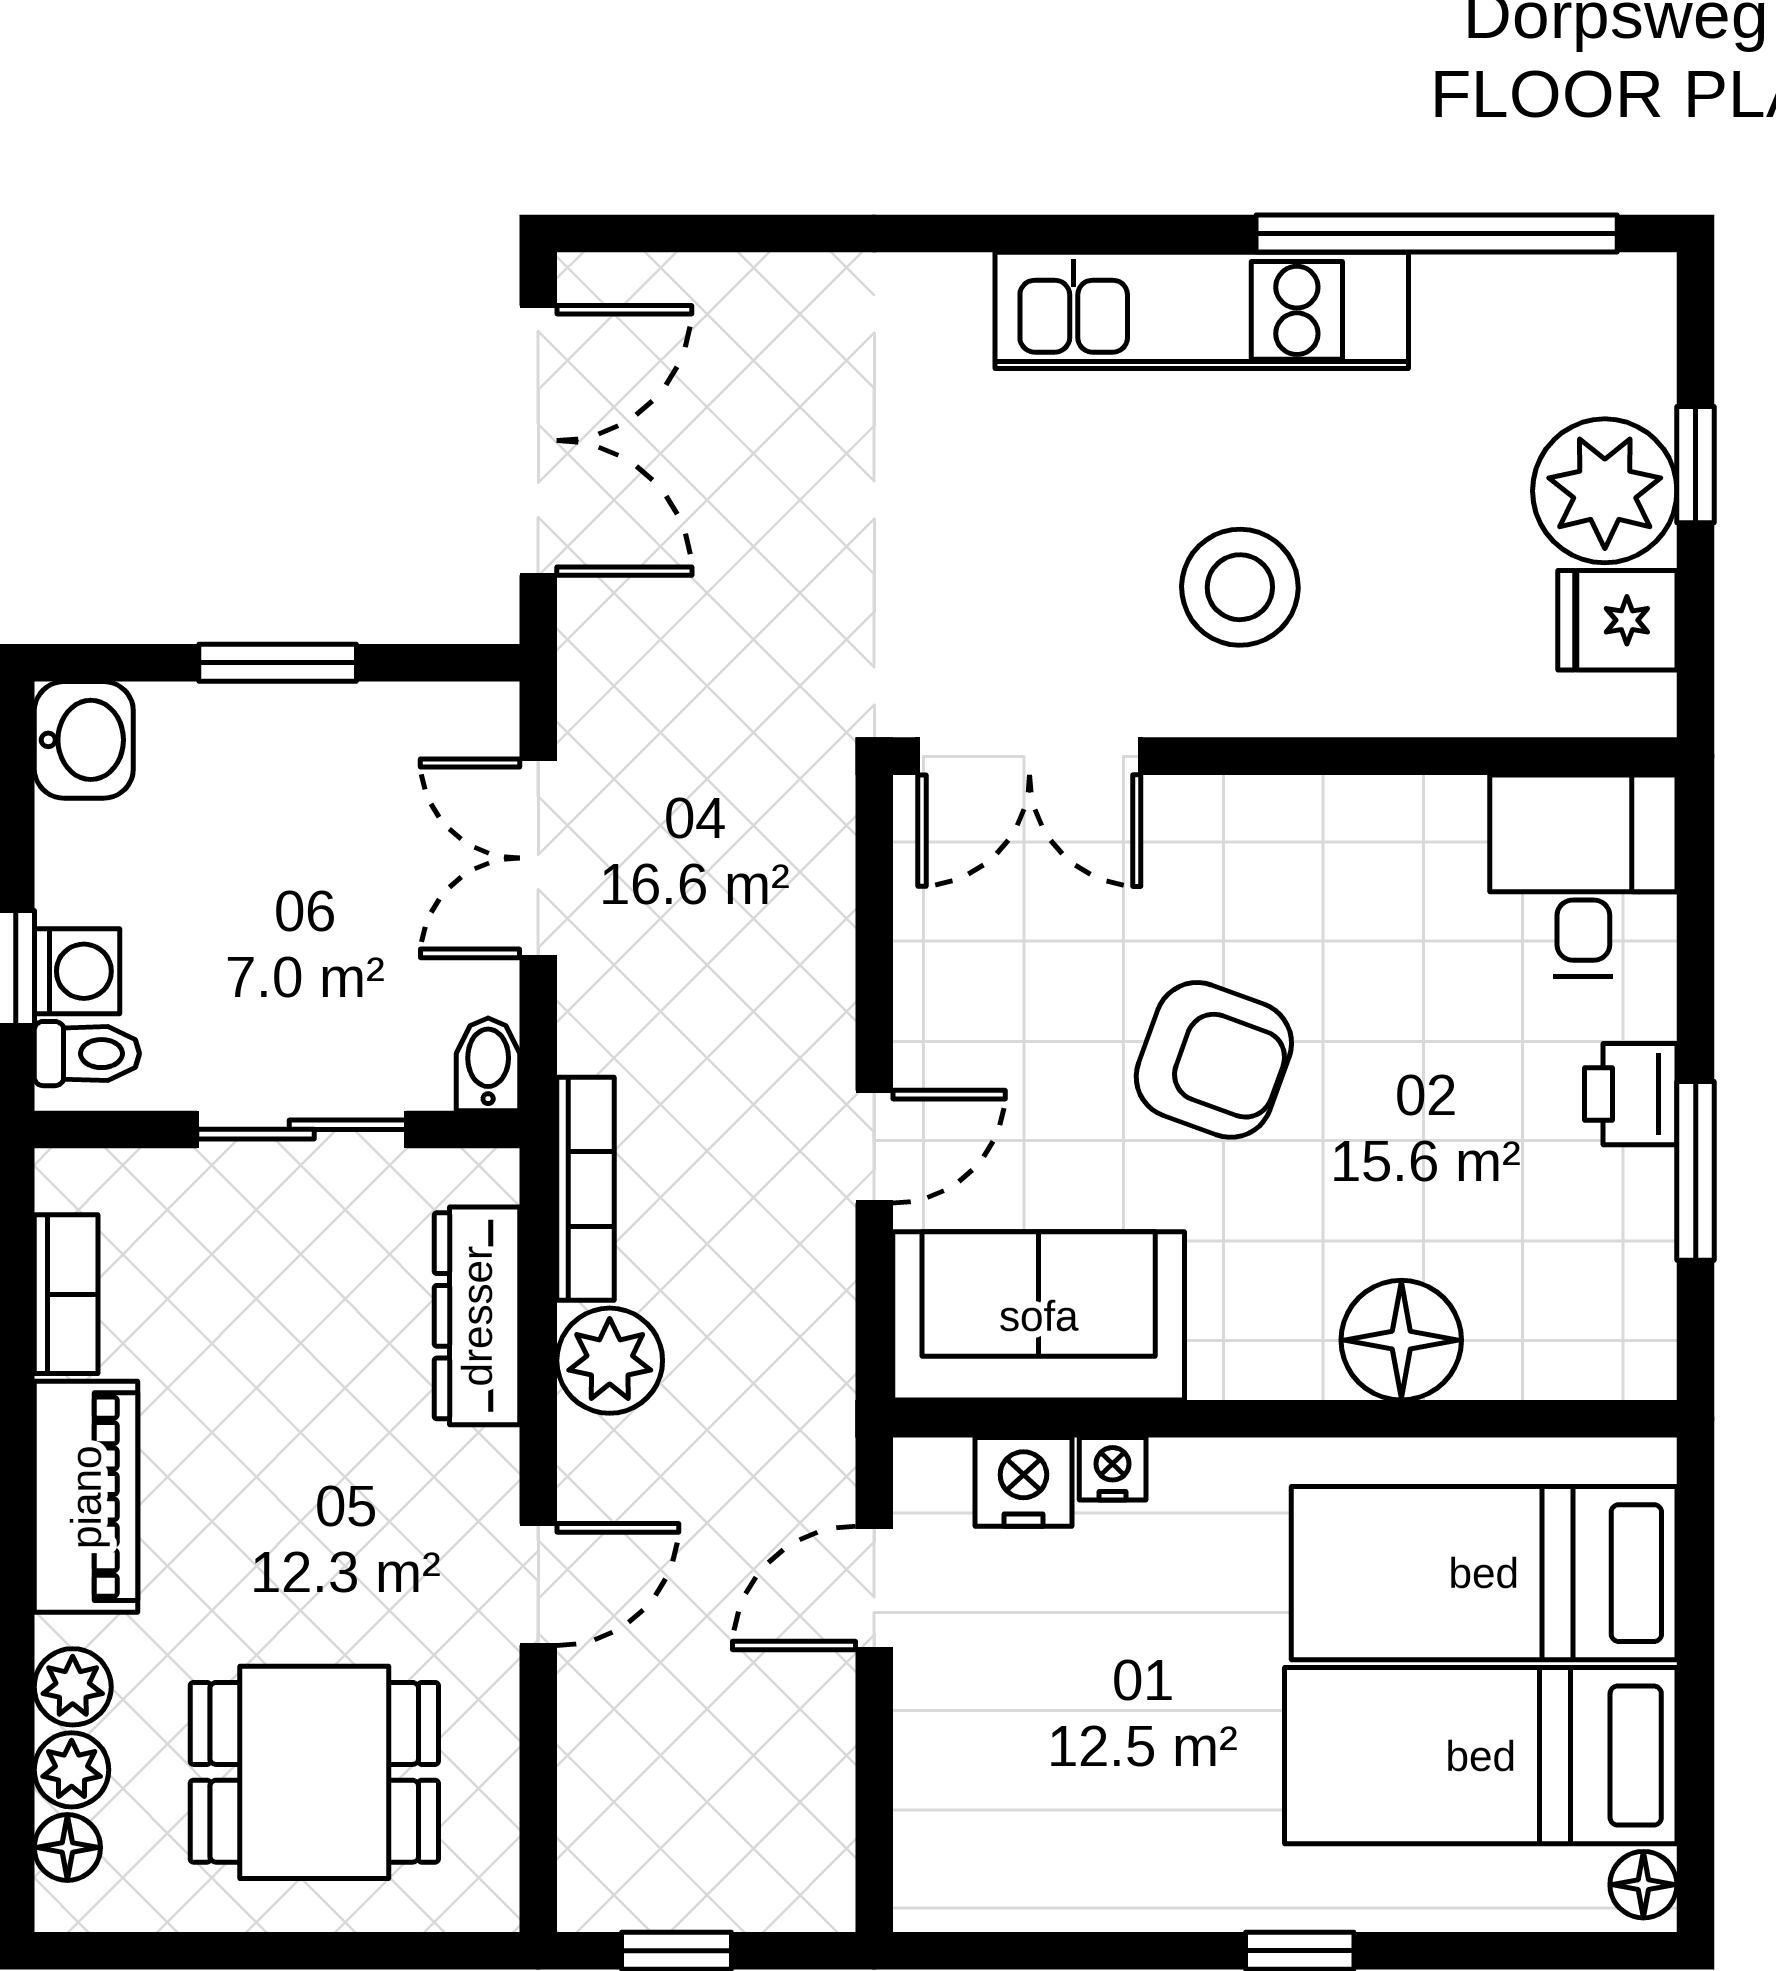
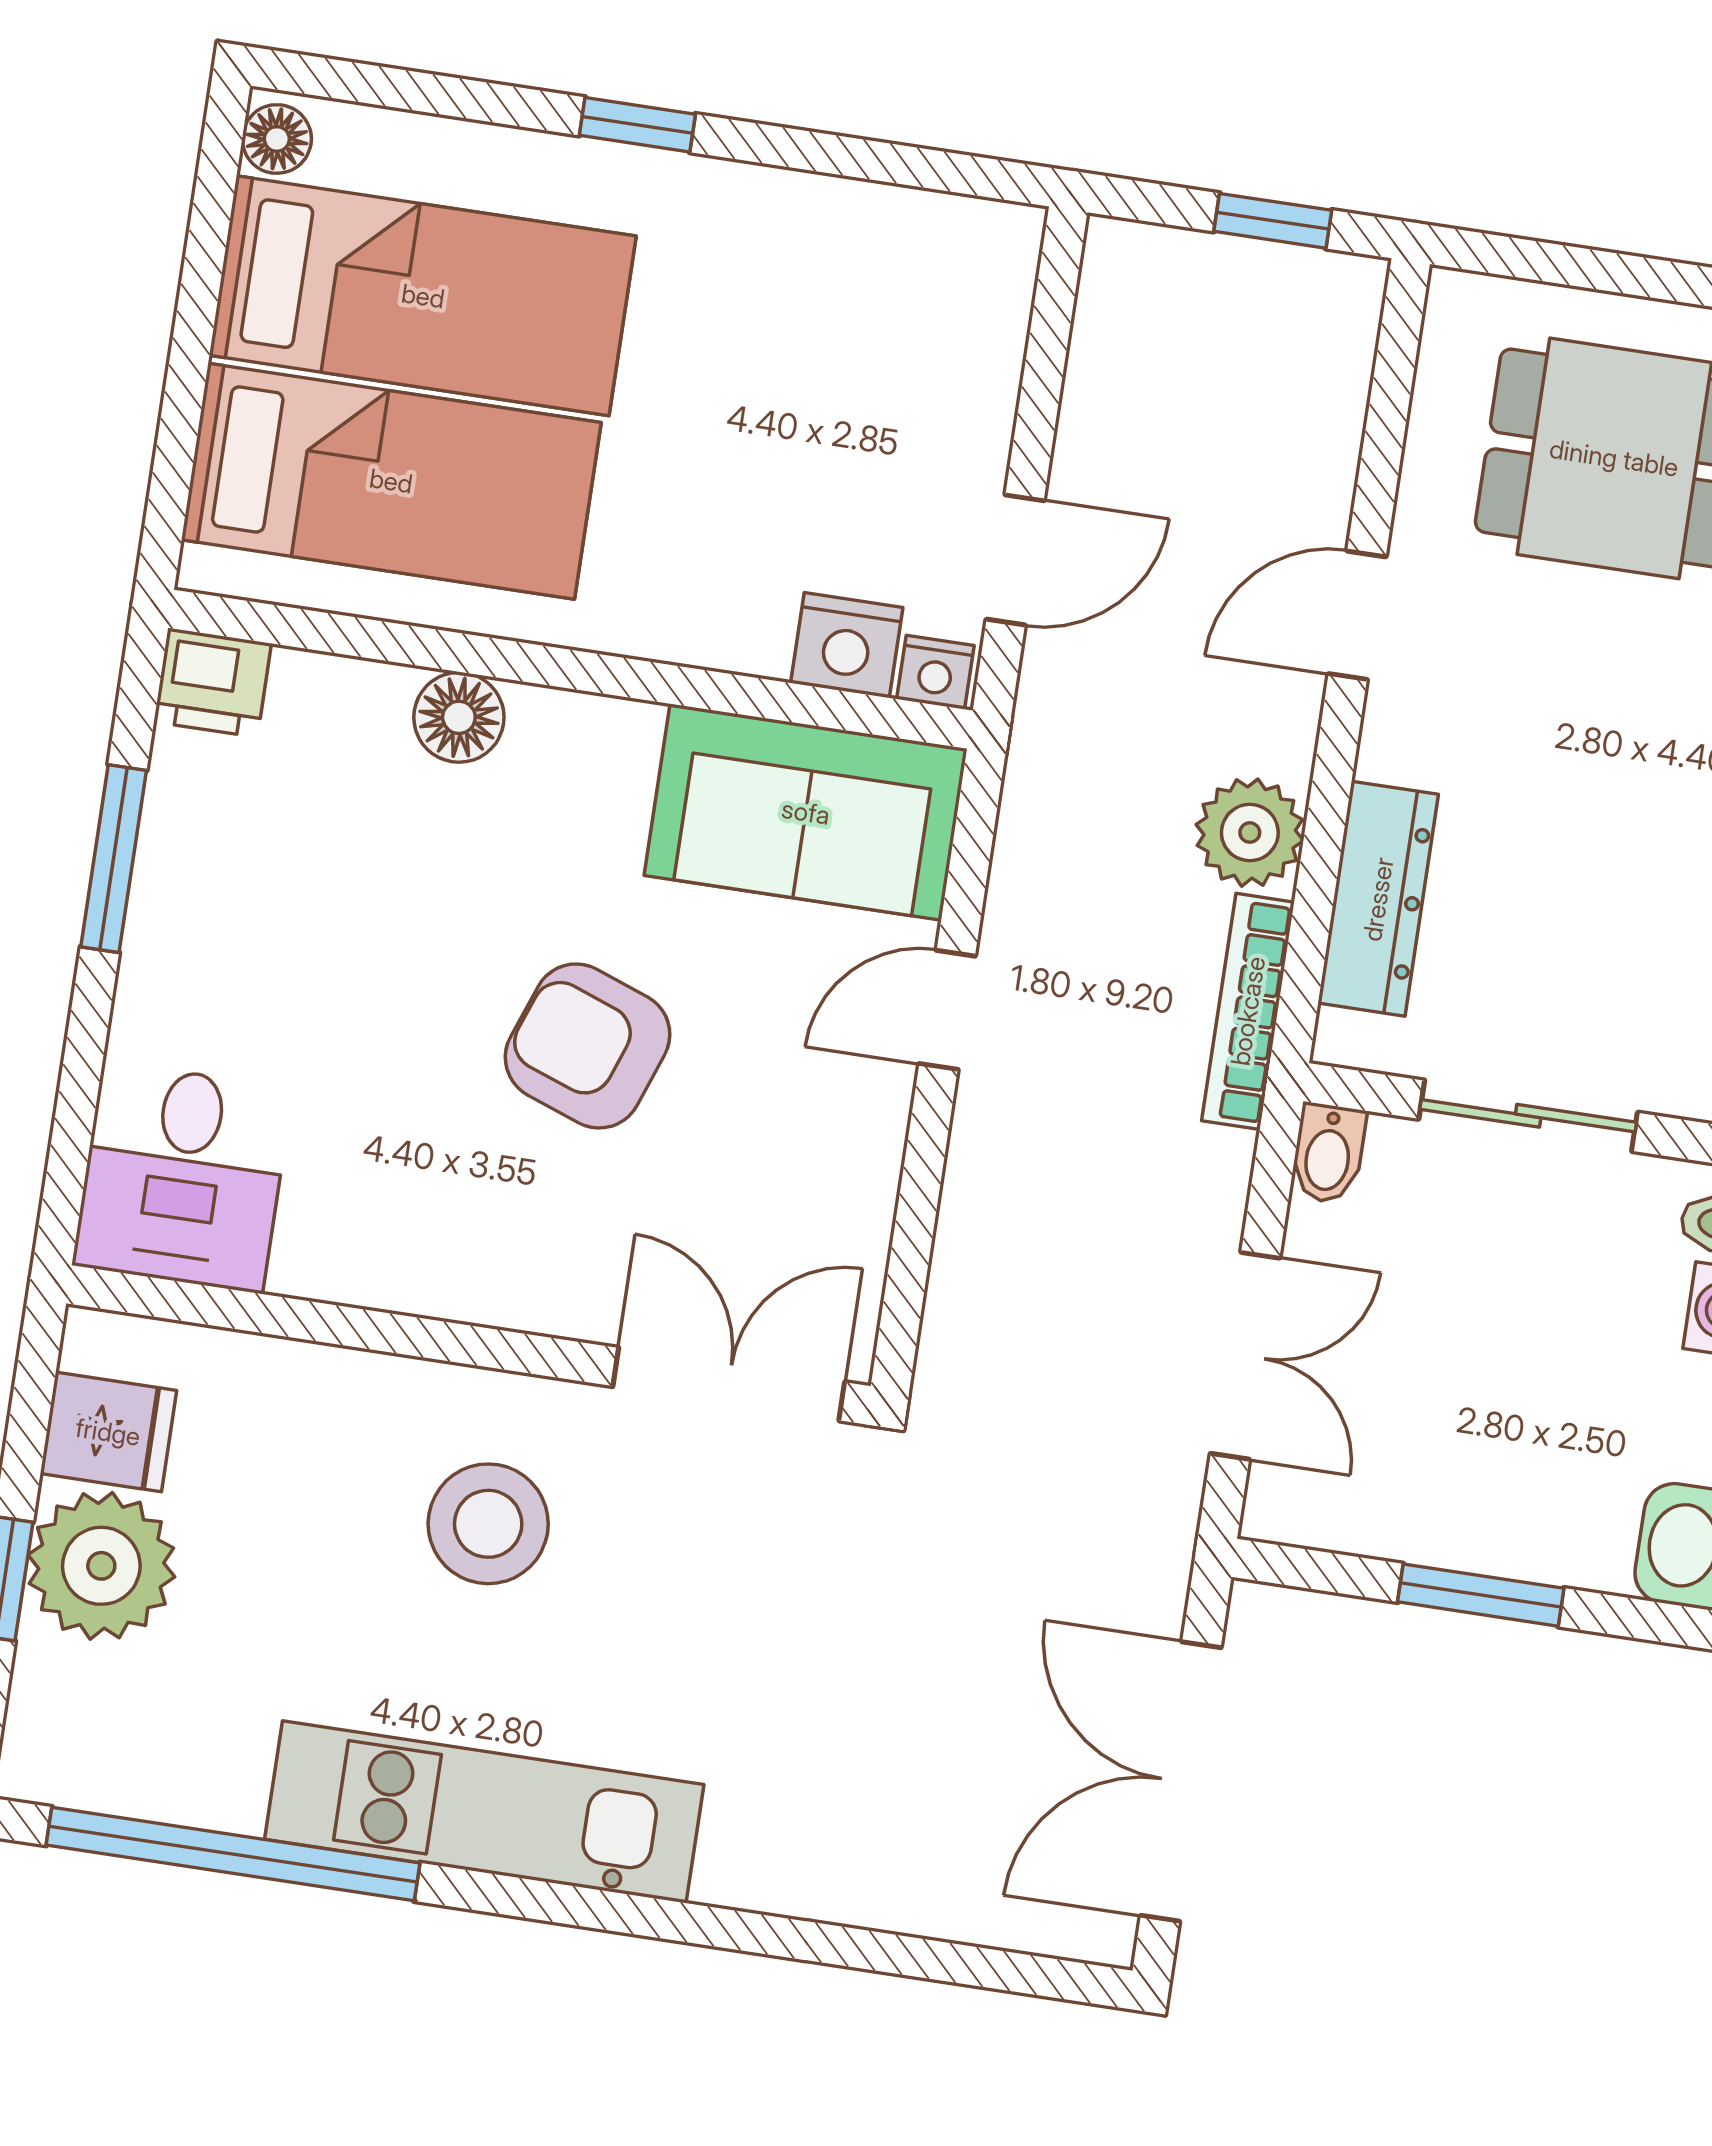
printer: (1631, 1094) -> (213, 683), moved, turned 90
floor lamp: (1401, 1340) -> (459, 717), width x0.73, depth x0.73
nightstand: (1113, 1469) -> (935, 672), moved

